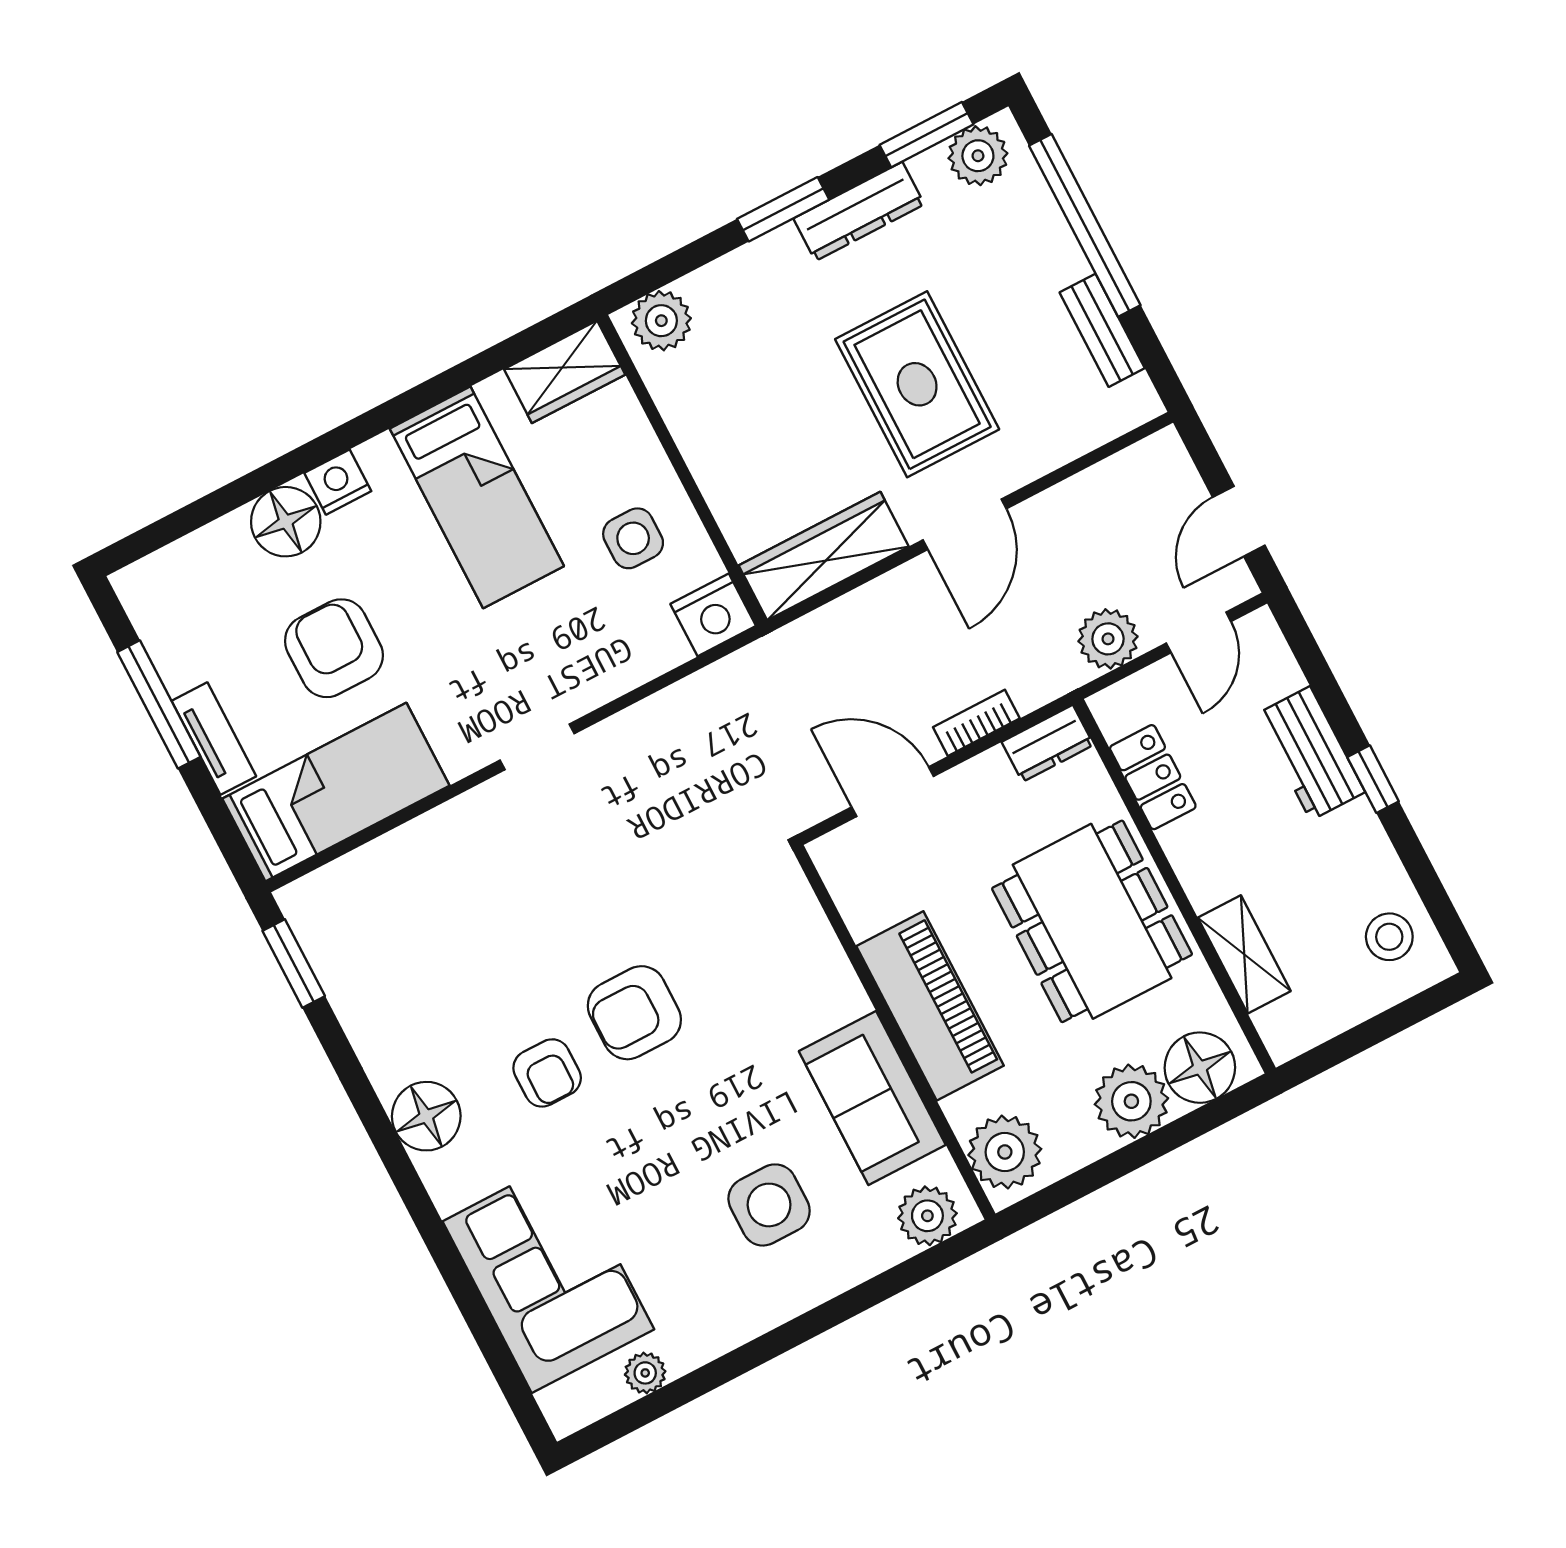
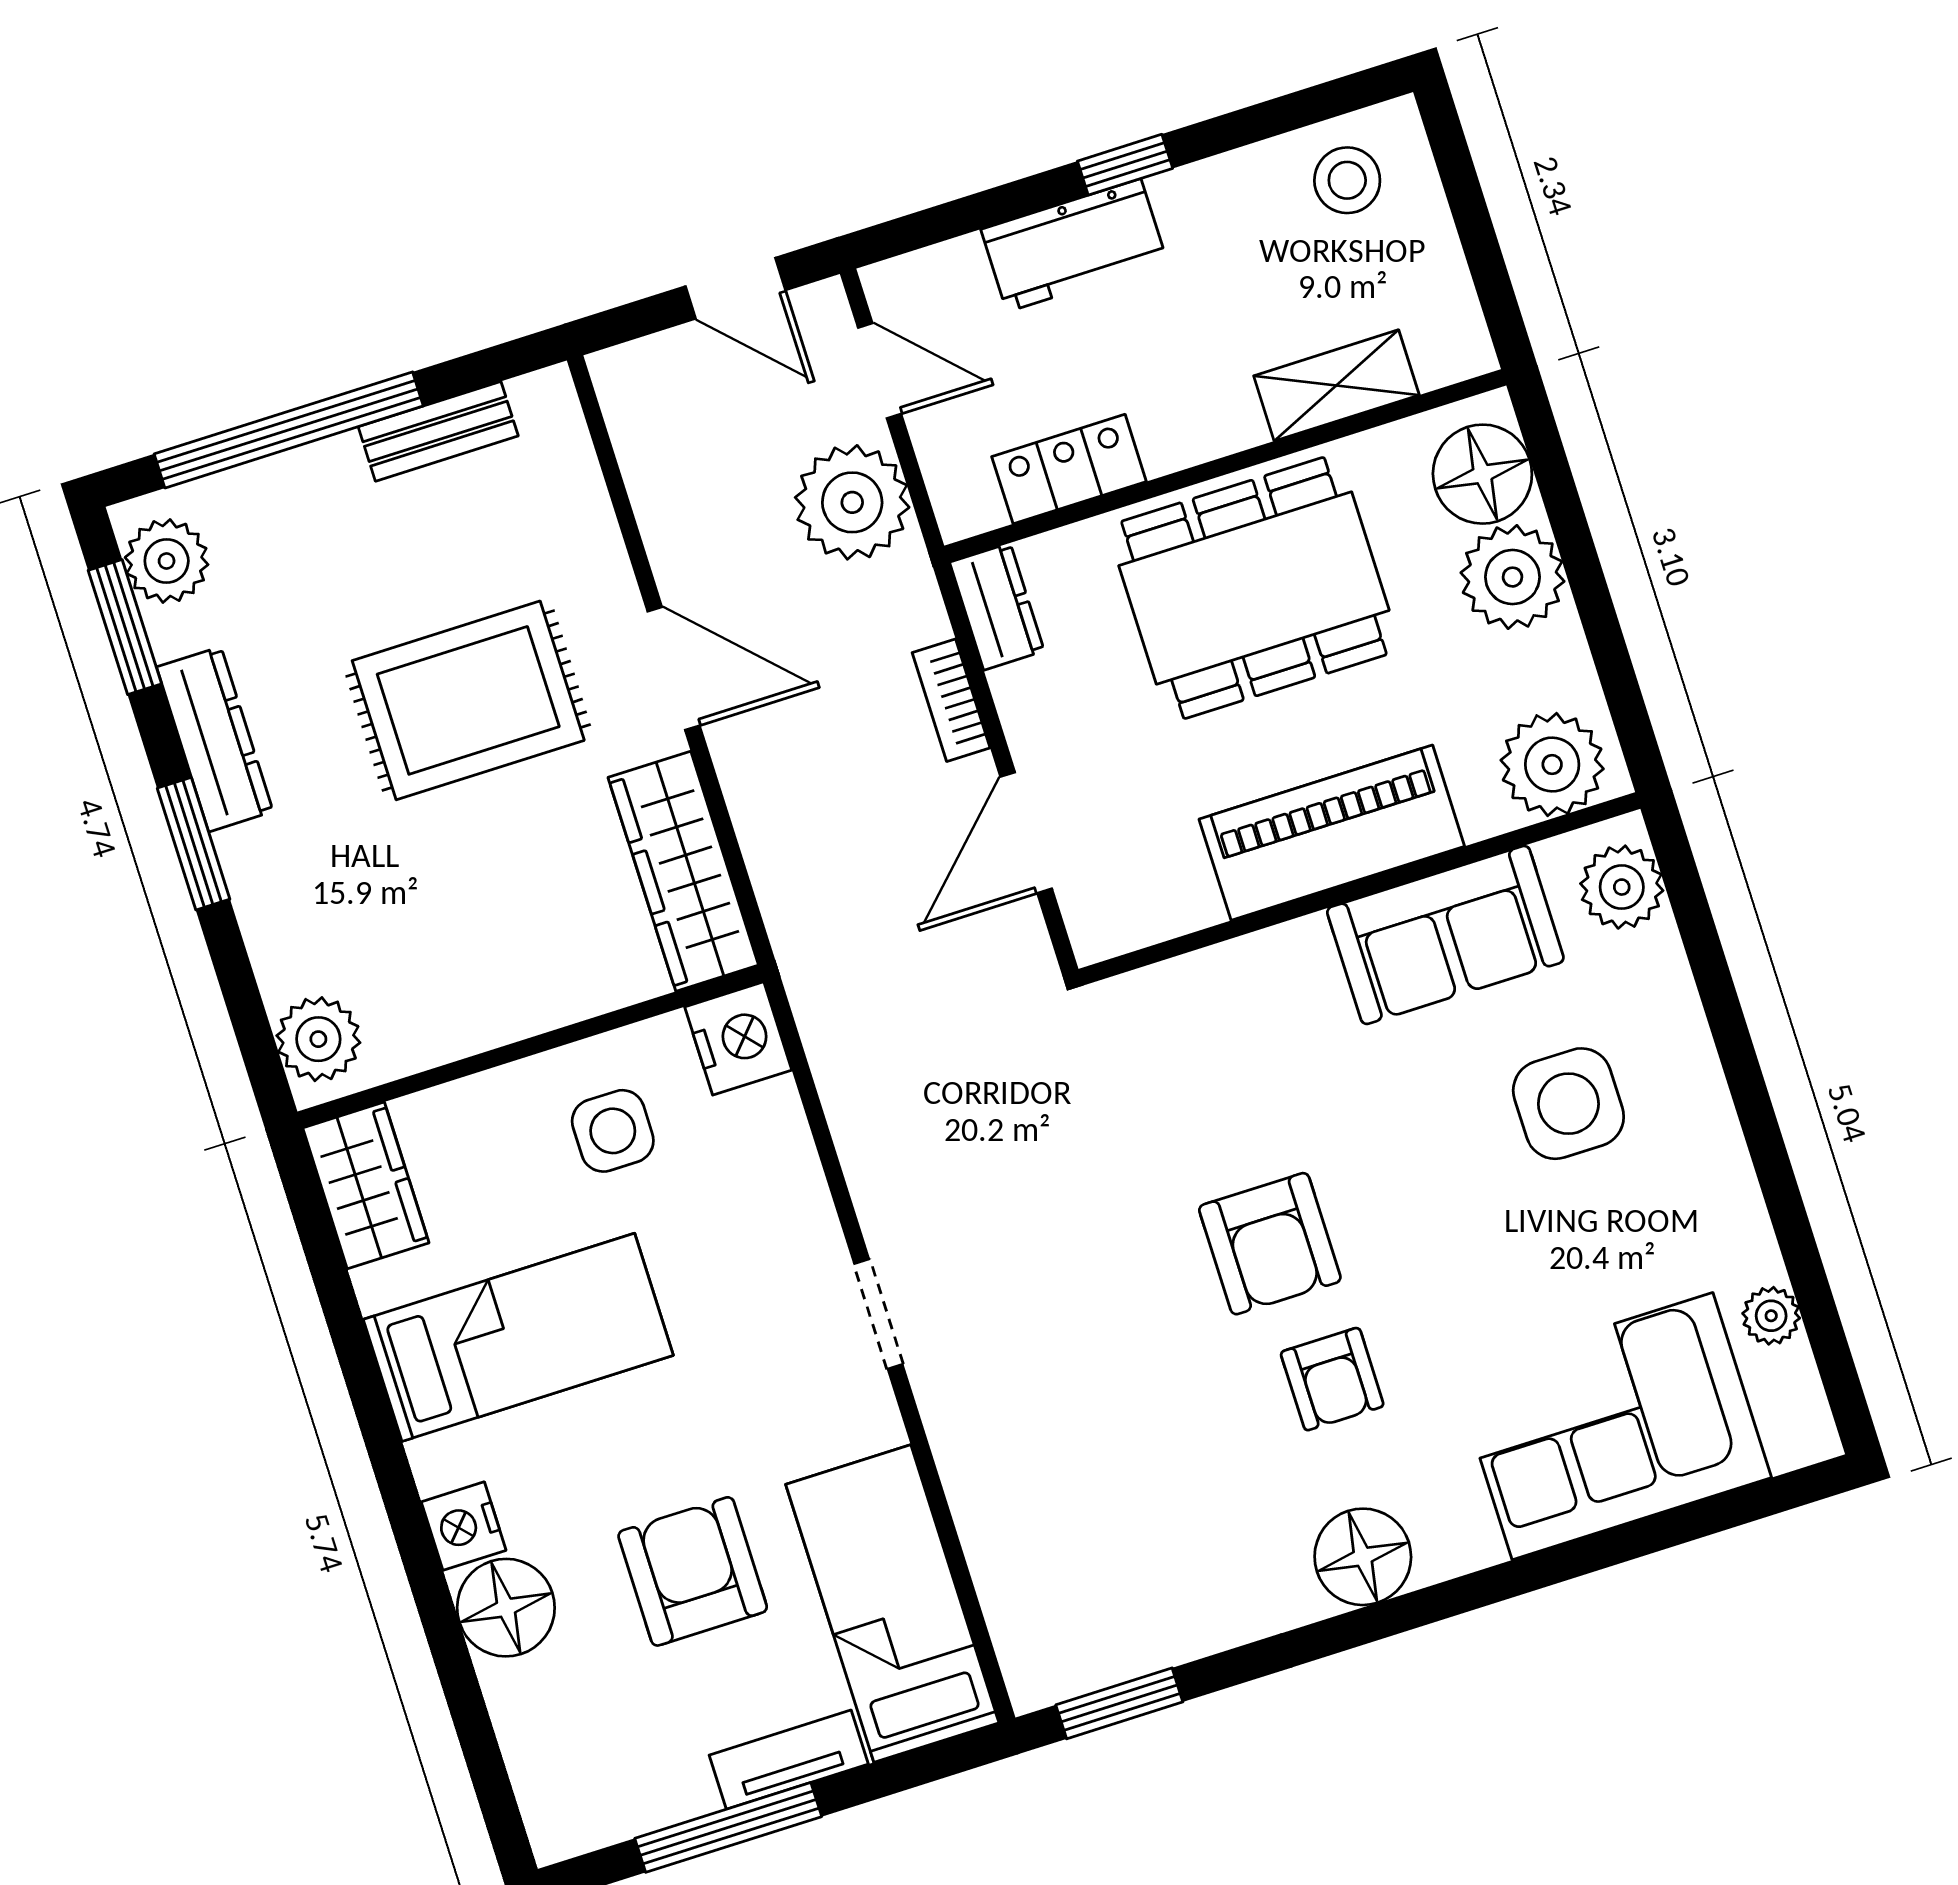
plant: (1108, 639) -> (852, 502), width x1.36, depth x1.36
armchair: (334, 648) -> (693, 1571), turned 90
armchair: (547, 1073) -> (1332, 1379), turned 90

